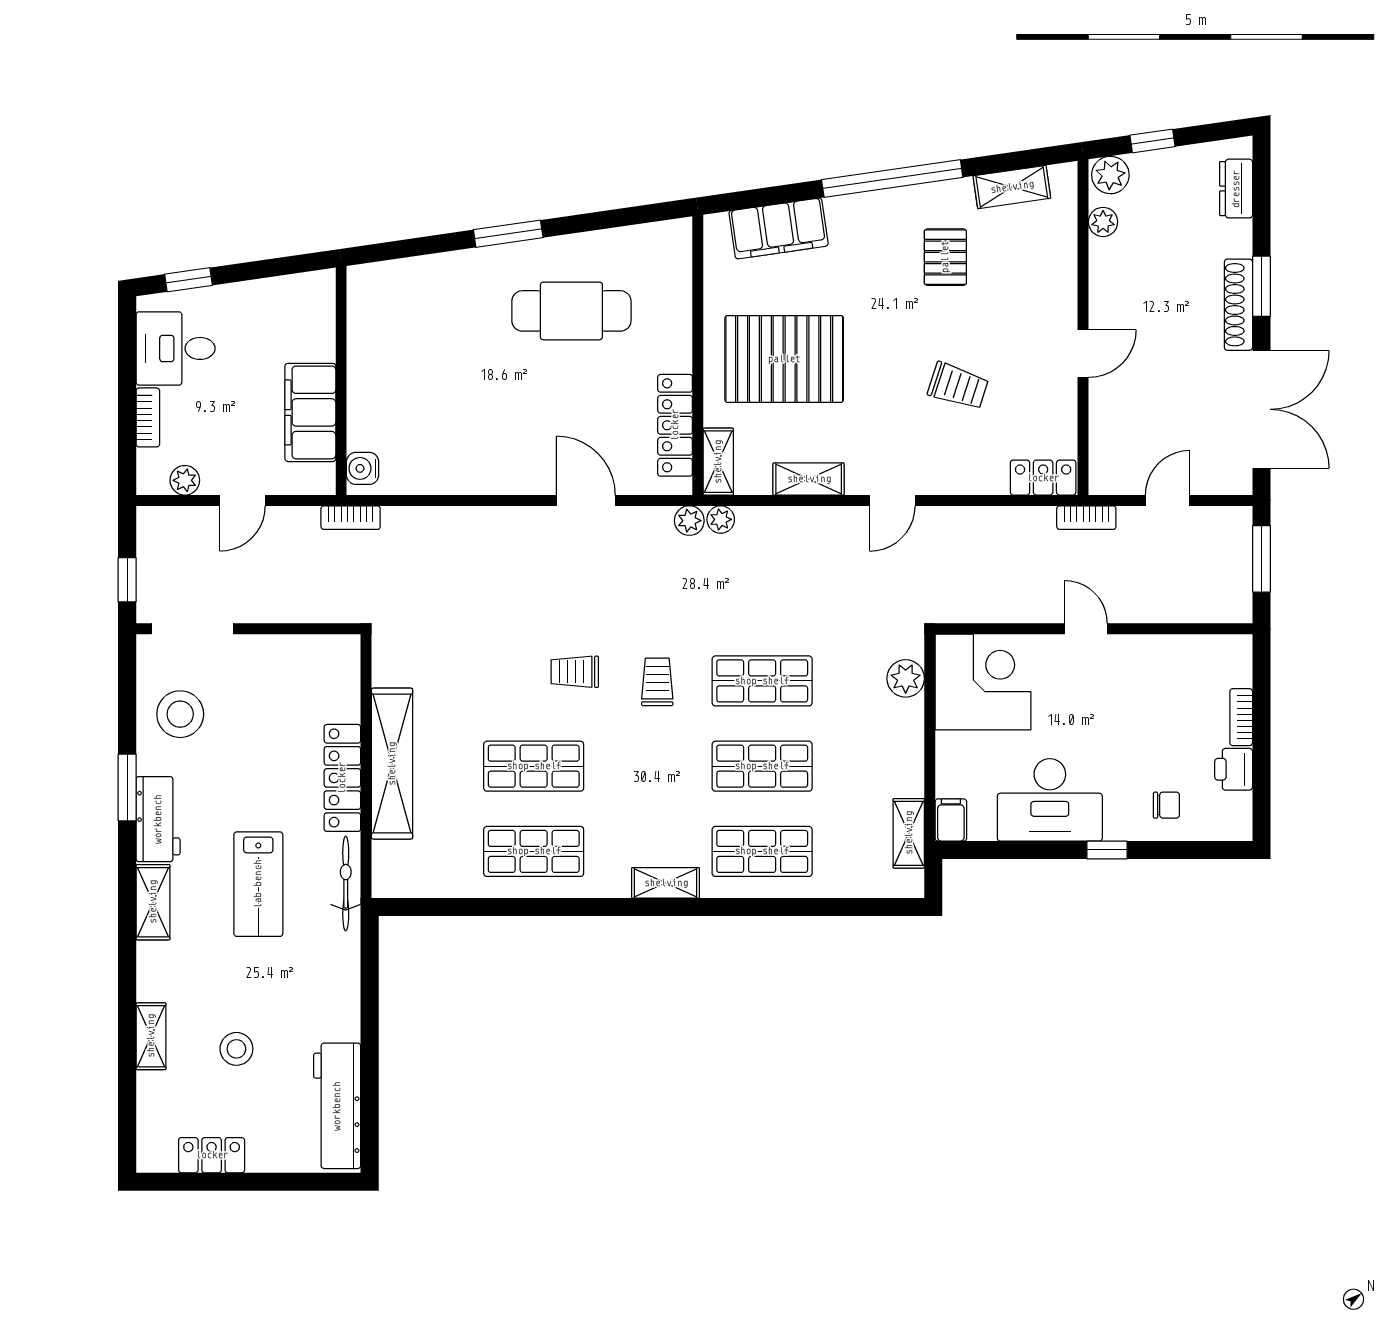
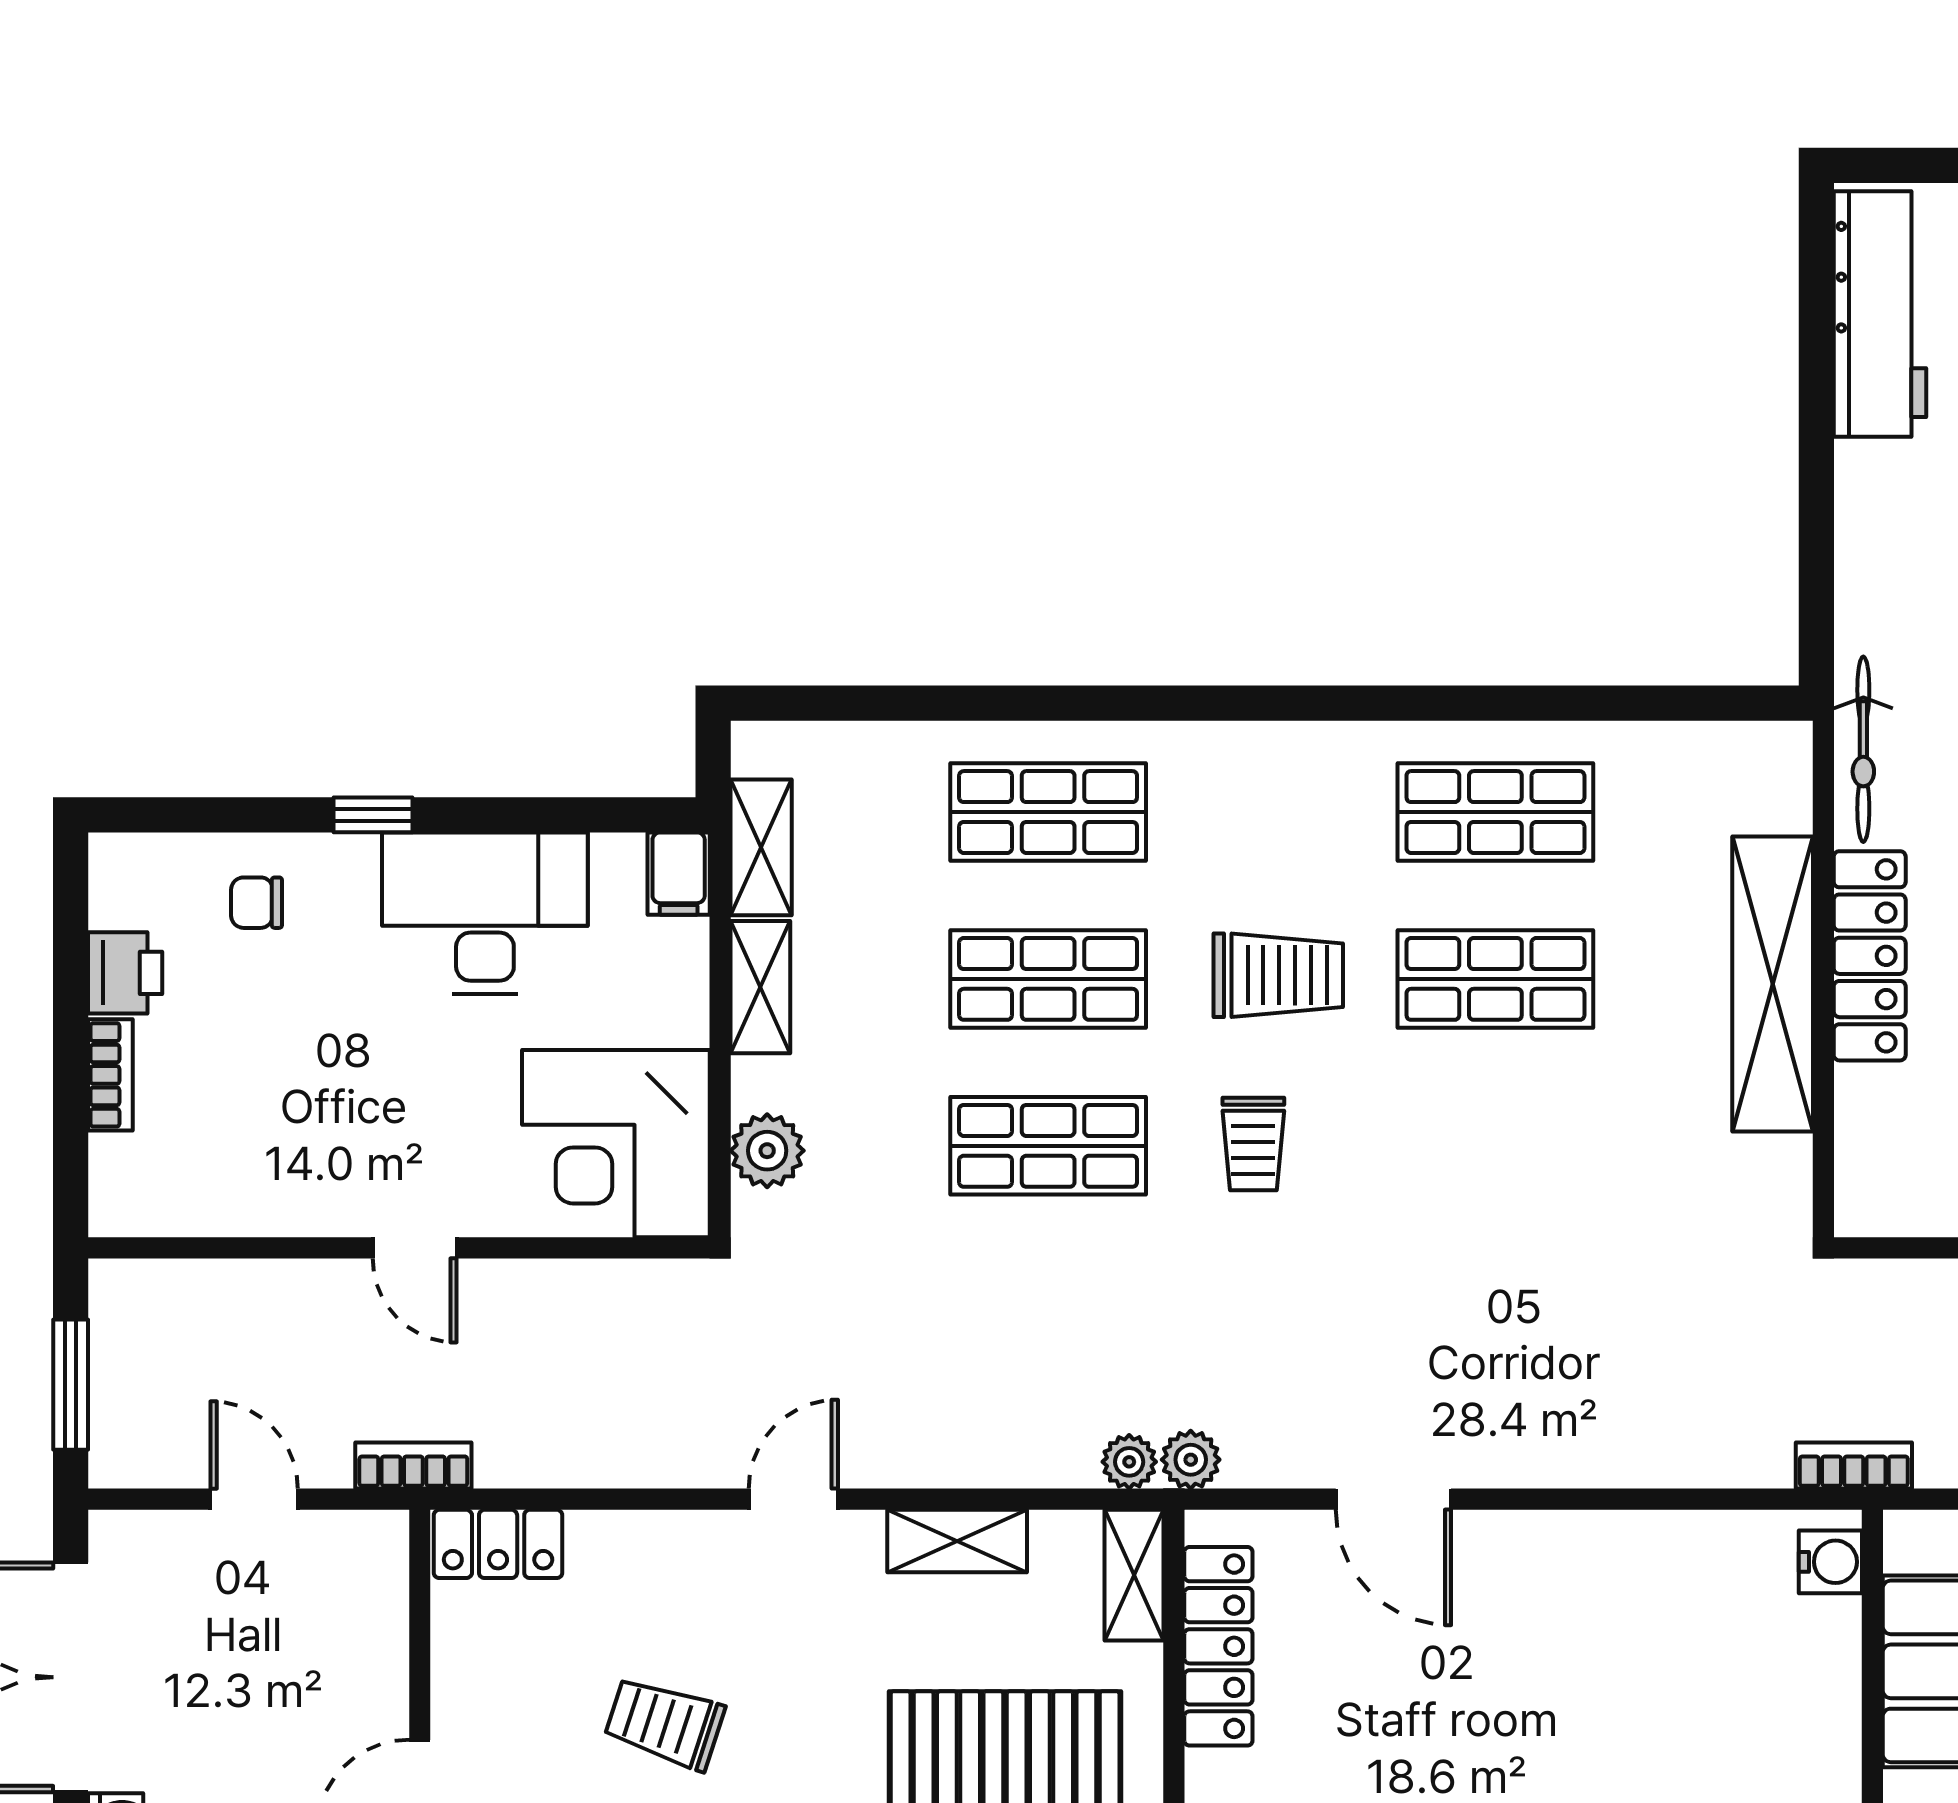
door: (1168, 500) -> (254, 1499), swing flipped
trolley: (575, 672) -> (1278, 975), moved, width x1.36, depth x1.39
shelving: (666, 883) -> (760, 987), moved, turned 90

